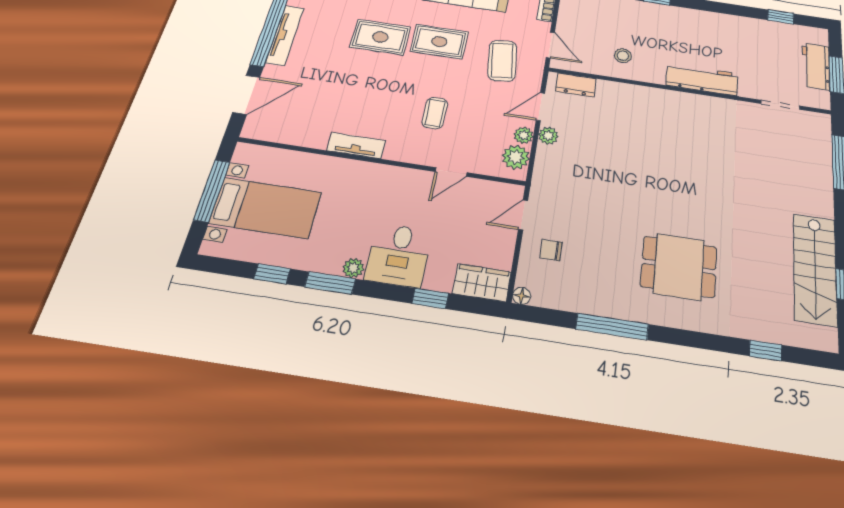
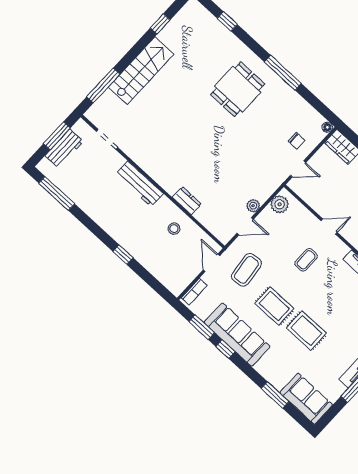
window: (781, 17) -> (57, 193), width x2.17
dresser: (576, 85) -> (187, 201), moved
plant: (524, 135) -> (267, 215), removed
door: (451, 172) -> (329, 227), moved
dining table: (679, 267) -> (238, 89), turned 90
stairs: (815, 269) -> (141, 71), moved
window: (612, 327) -> (283, 73), moved

